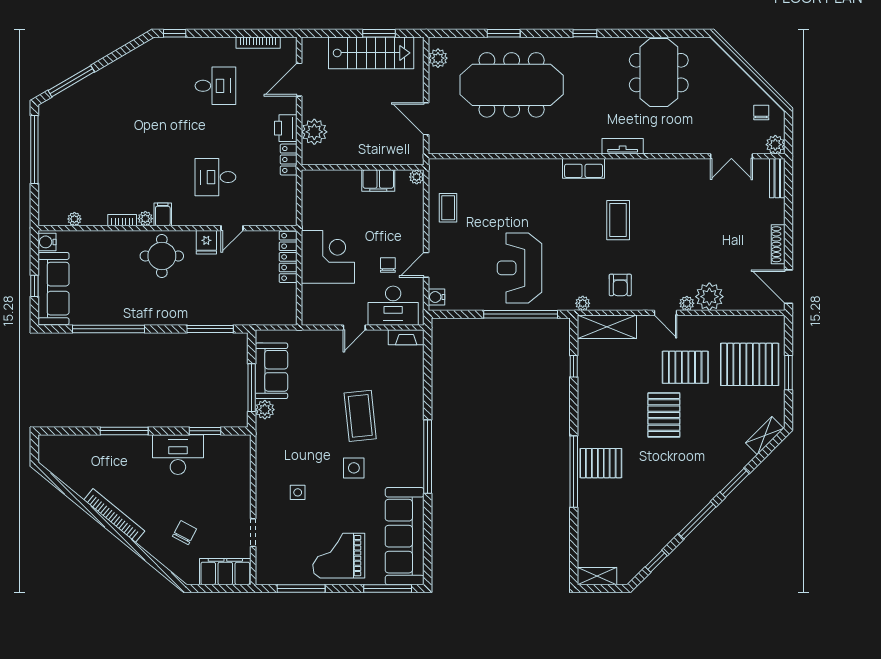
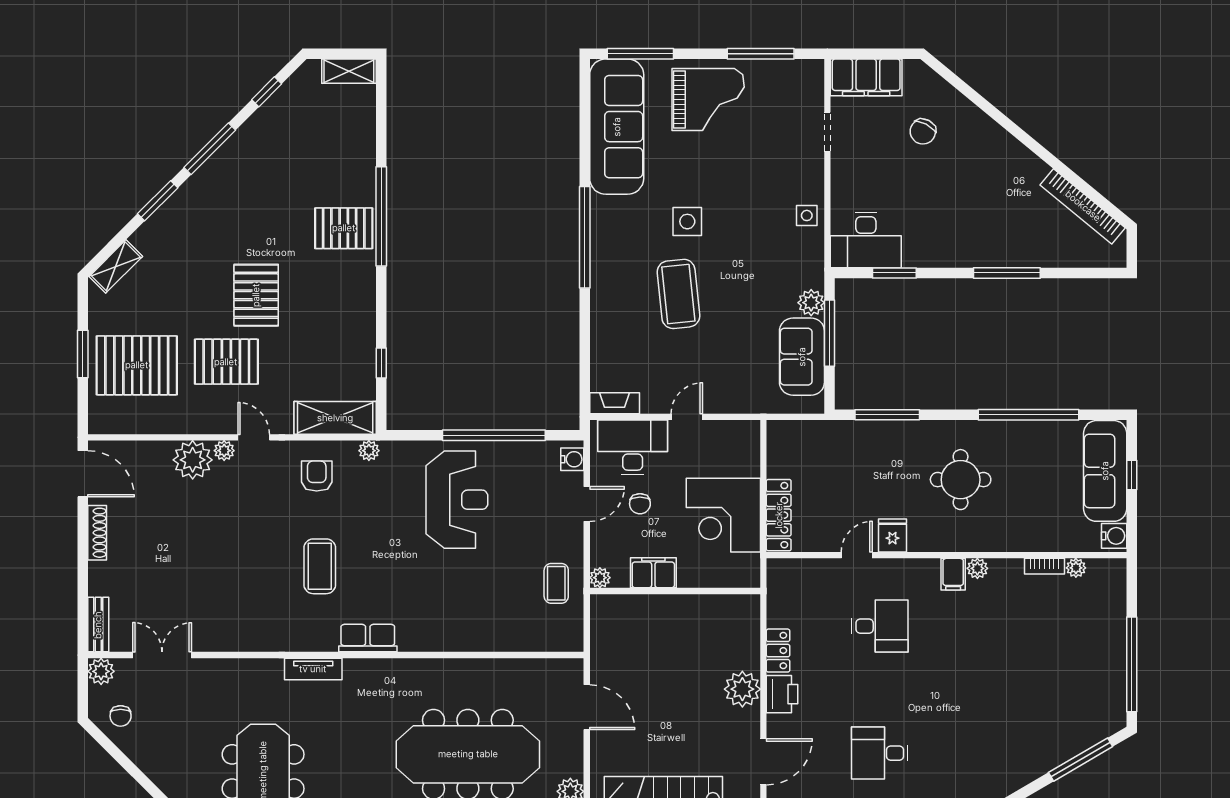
wall: (363, 167) -> (675, 591), moved
plant: (417, 177) -> (600, 578), moved
filing cabinet: (378, 180) -> (653, 573), moved
bookcase: (122, 220) -> (1044, 566), moved
round table: (162, 256) -> (961, 480), moved
window: (521, 314) -> (494, 435), moved
desk: (178, 455) -> (866, 240), moved
side table: (298, 492) -> (807, 215), moved
bookcase: (114, 516) -> (1083, 206), moved

